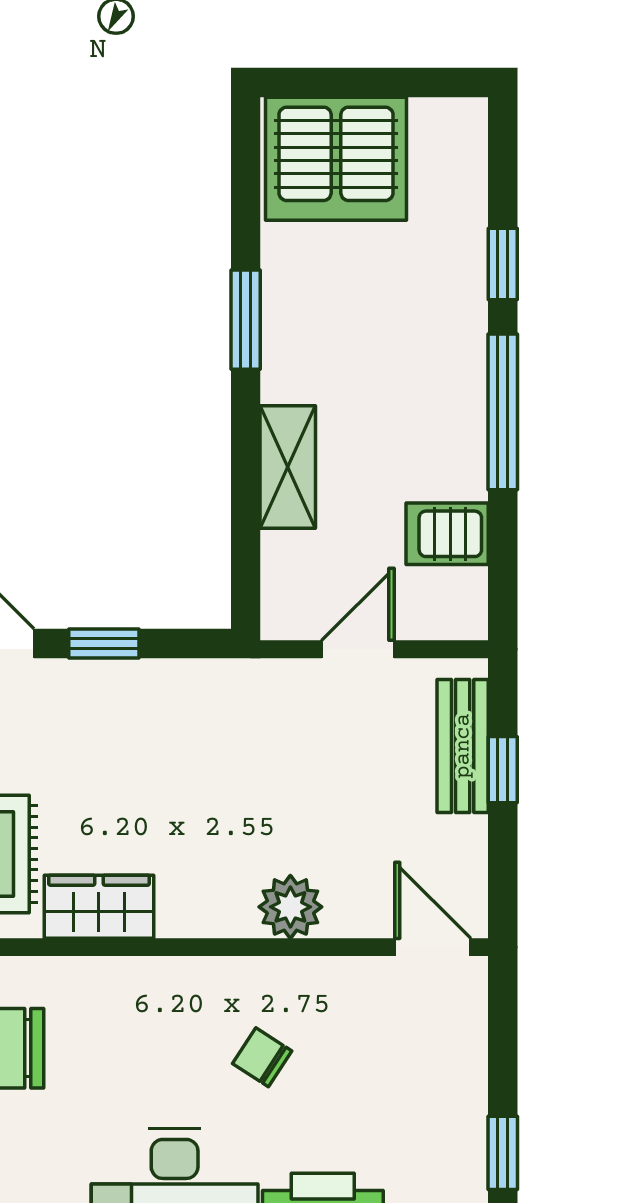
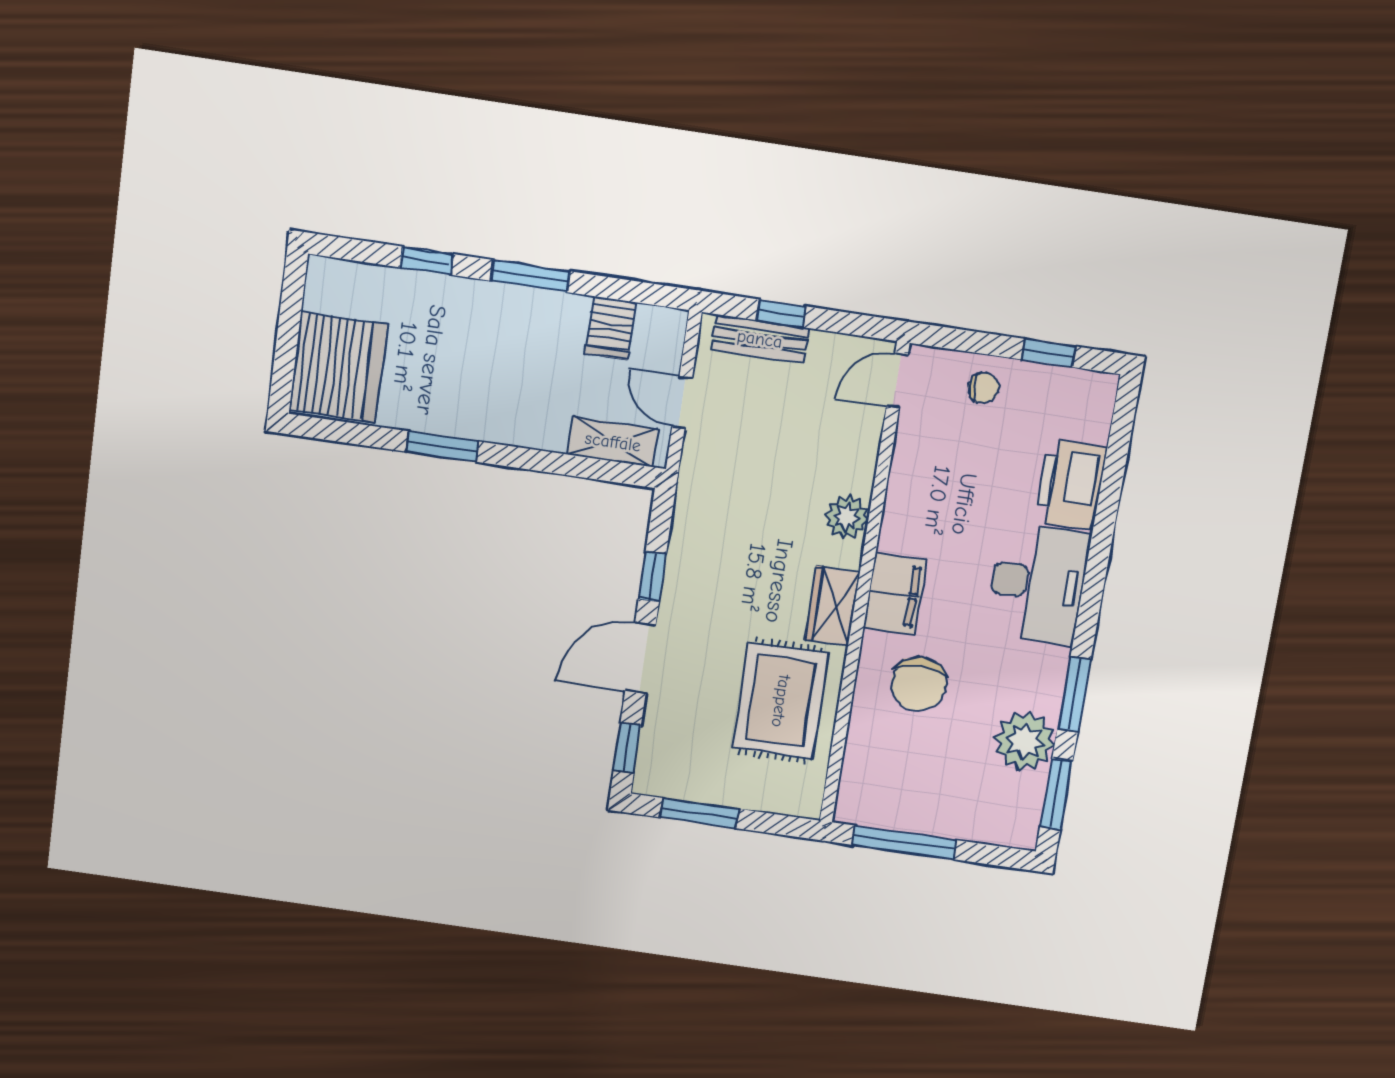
window: (503, 412) -> (531, 276), width x0.69
shelving: (288, 467) -> (613, 442), moved
plant: (290, 907) -> (847, 517), moved
filing cabinet: (129, 993) -> (895, 594), added
chair: (262, 1057) -> (984, 388), moved, turned -123

